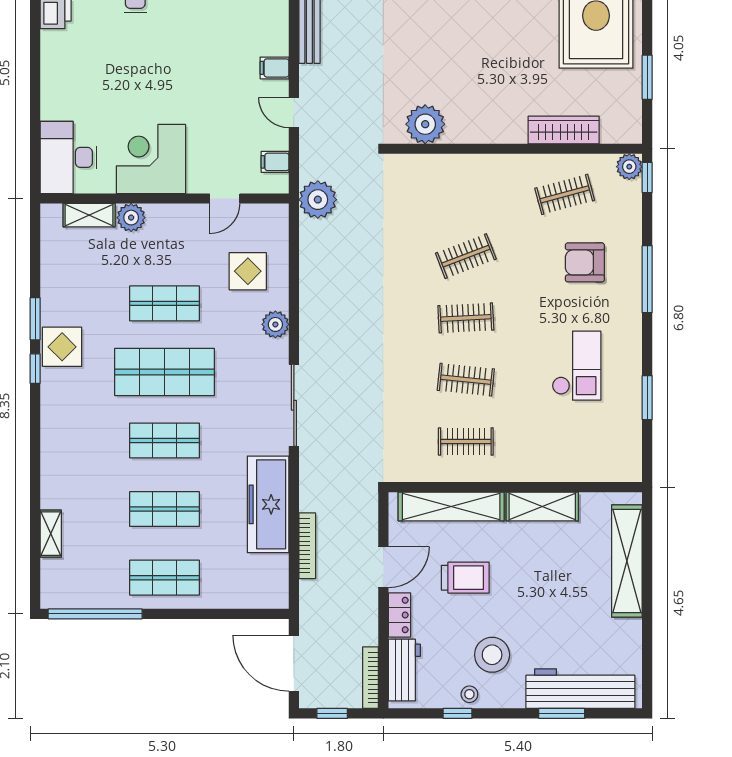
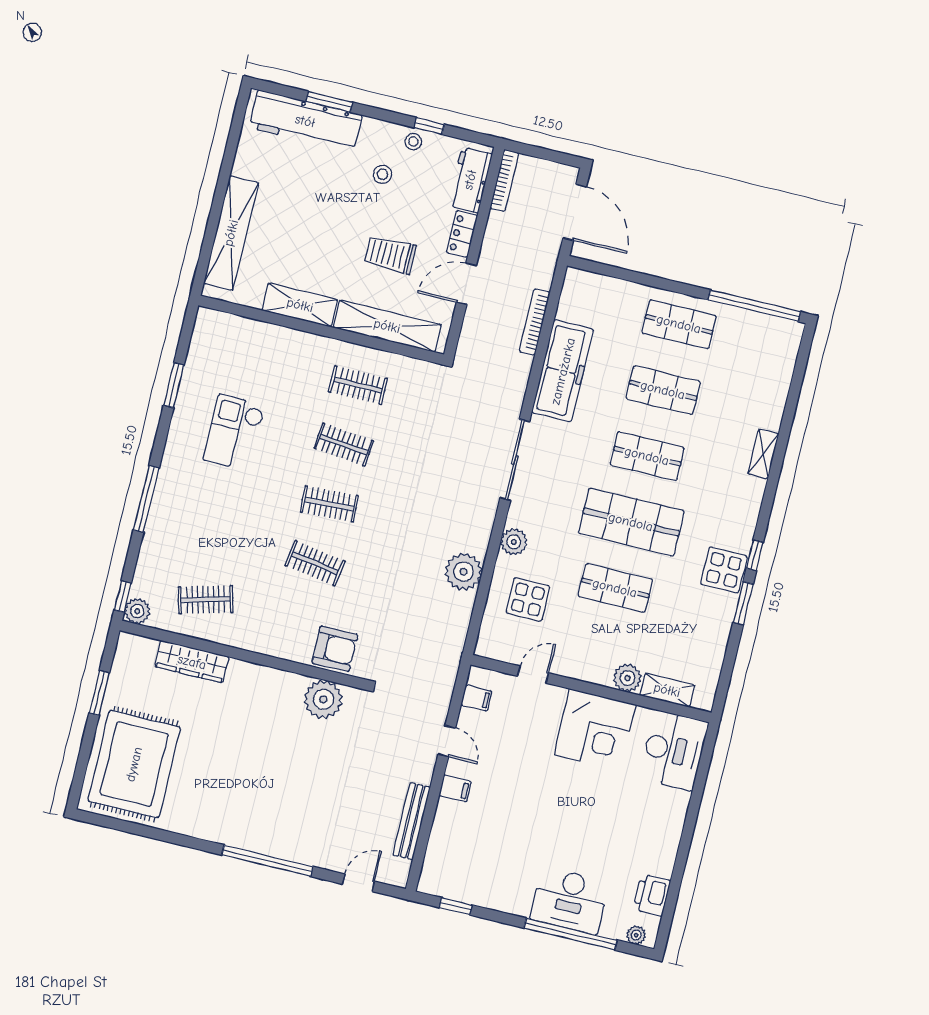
plant: (318, 200) -> (463, 572), moved
clothes rail: (466, 256) -> (315, 563), turned 30
armchair: (585, 262) -> (335, 649), moved
shelving: (51, 534) -> (763, 454), moved
stool: (492, 655) -> (382, 174), width x0.53, depth x0.53
window: (332, 713) -> (550, 155), removed

